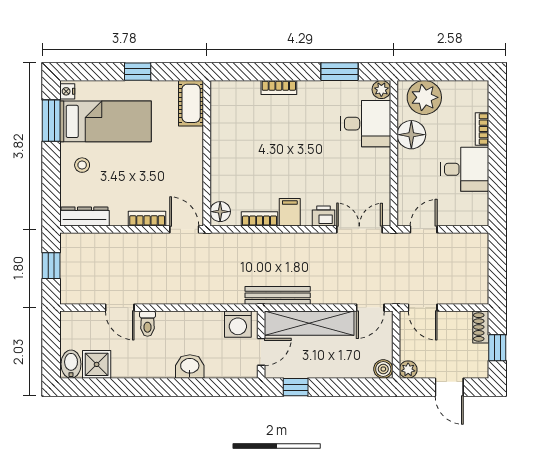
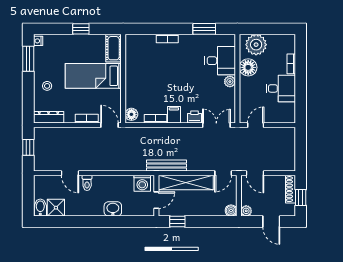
plant: (381, 90) -> (230, 82), moved
bed: (106, 121) -> (93, 76), moved, turned 180
shoe rack: (481, 327) -> (291, 189), width x1.43

